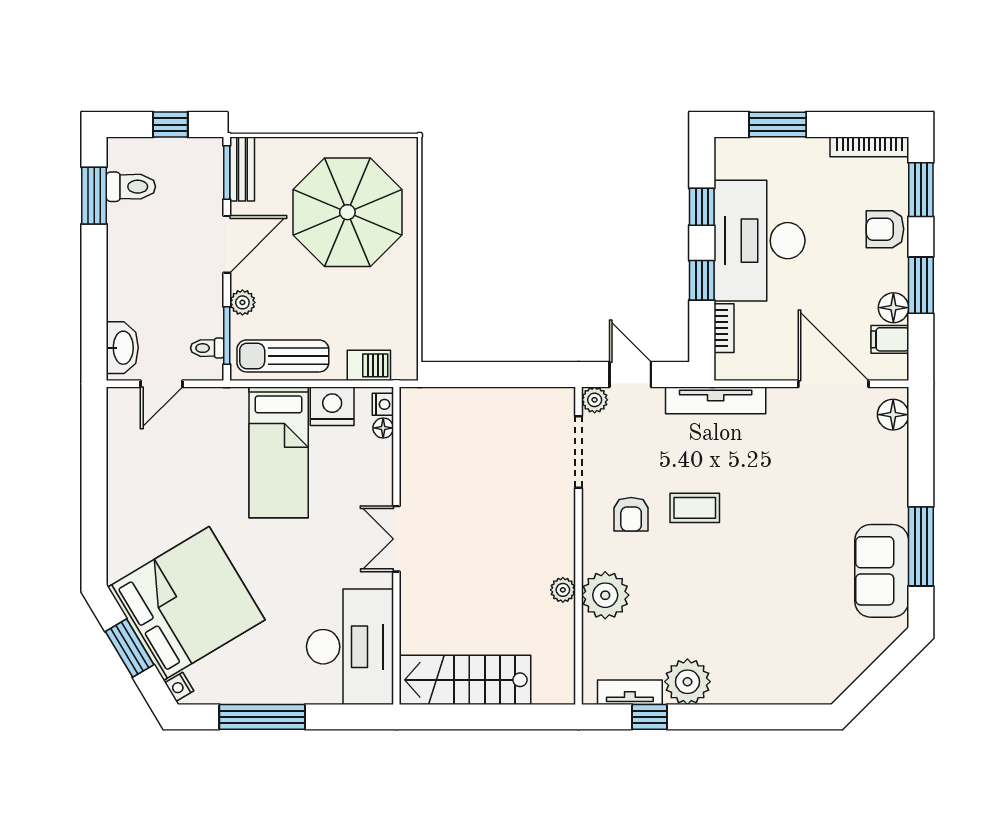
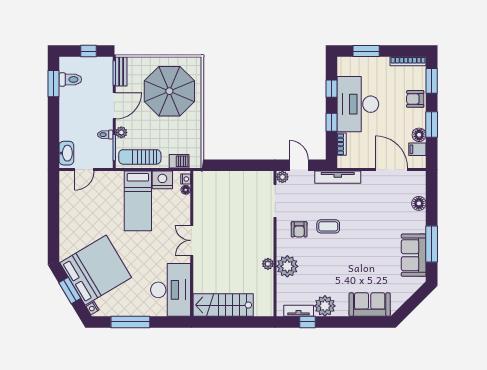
toilet: (207, 348) -> (105, 135), moved
floor lamp: (893, 415) -> (419, 203), moved
sofa: (785, 679) -> (370, 305), added

